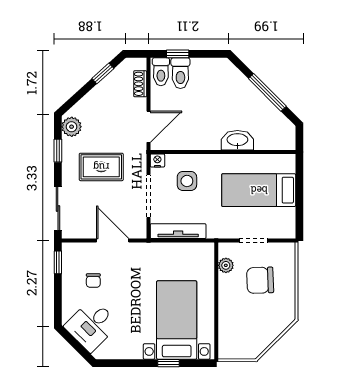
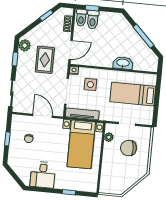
rug: (101, 167) -> (45, 60), moved, turned 90
window: (58, 262) -> (7, 139), moved
bed with nightstands: (177, 320) -> (81, 144), moved, turned 180
desk: (92, 325) -> (43, 175), moved, turned -45

